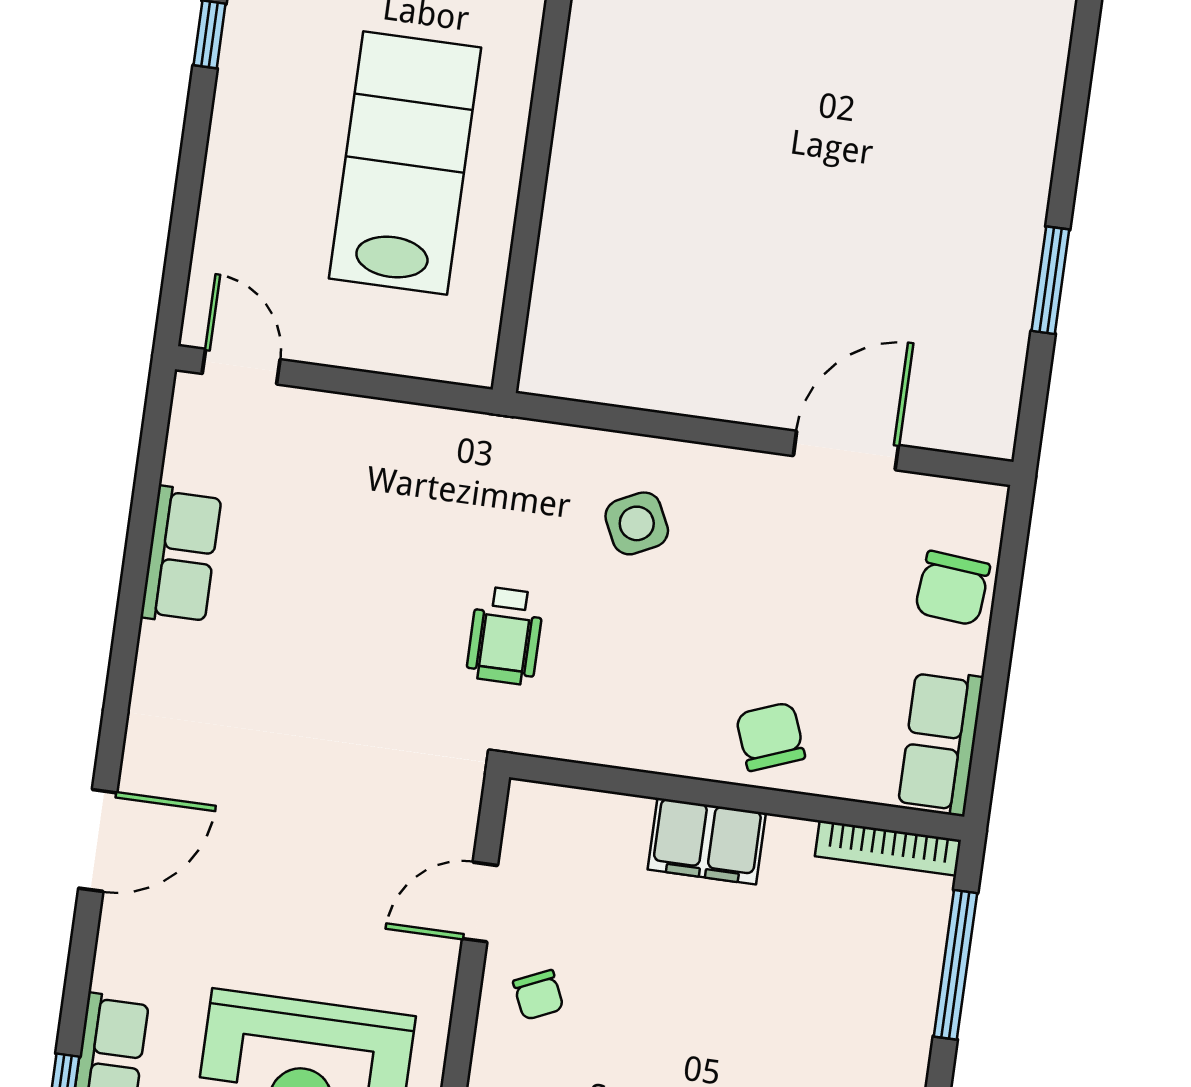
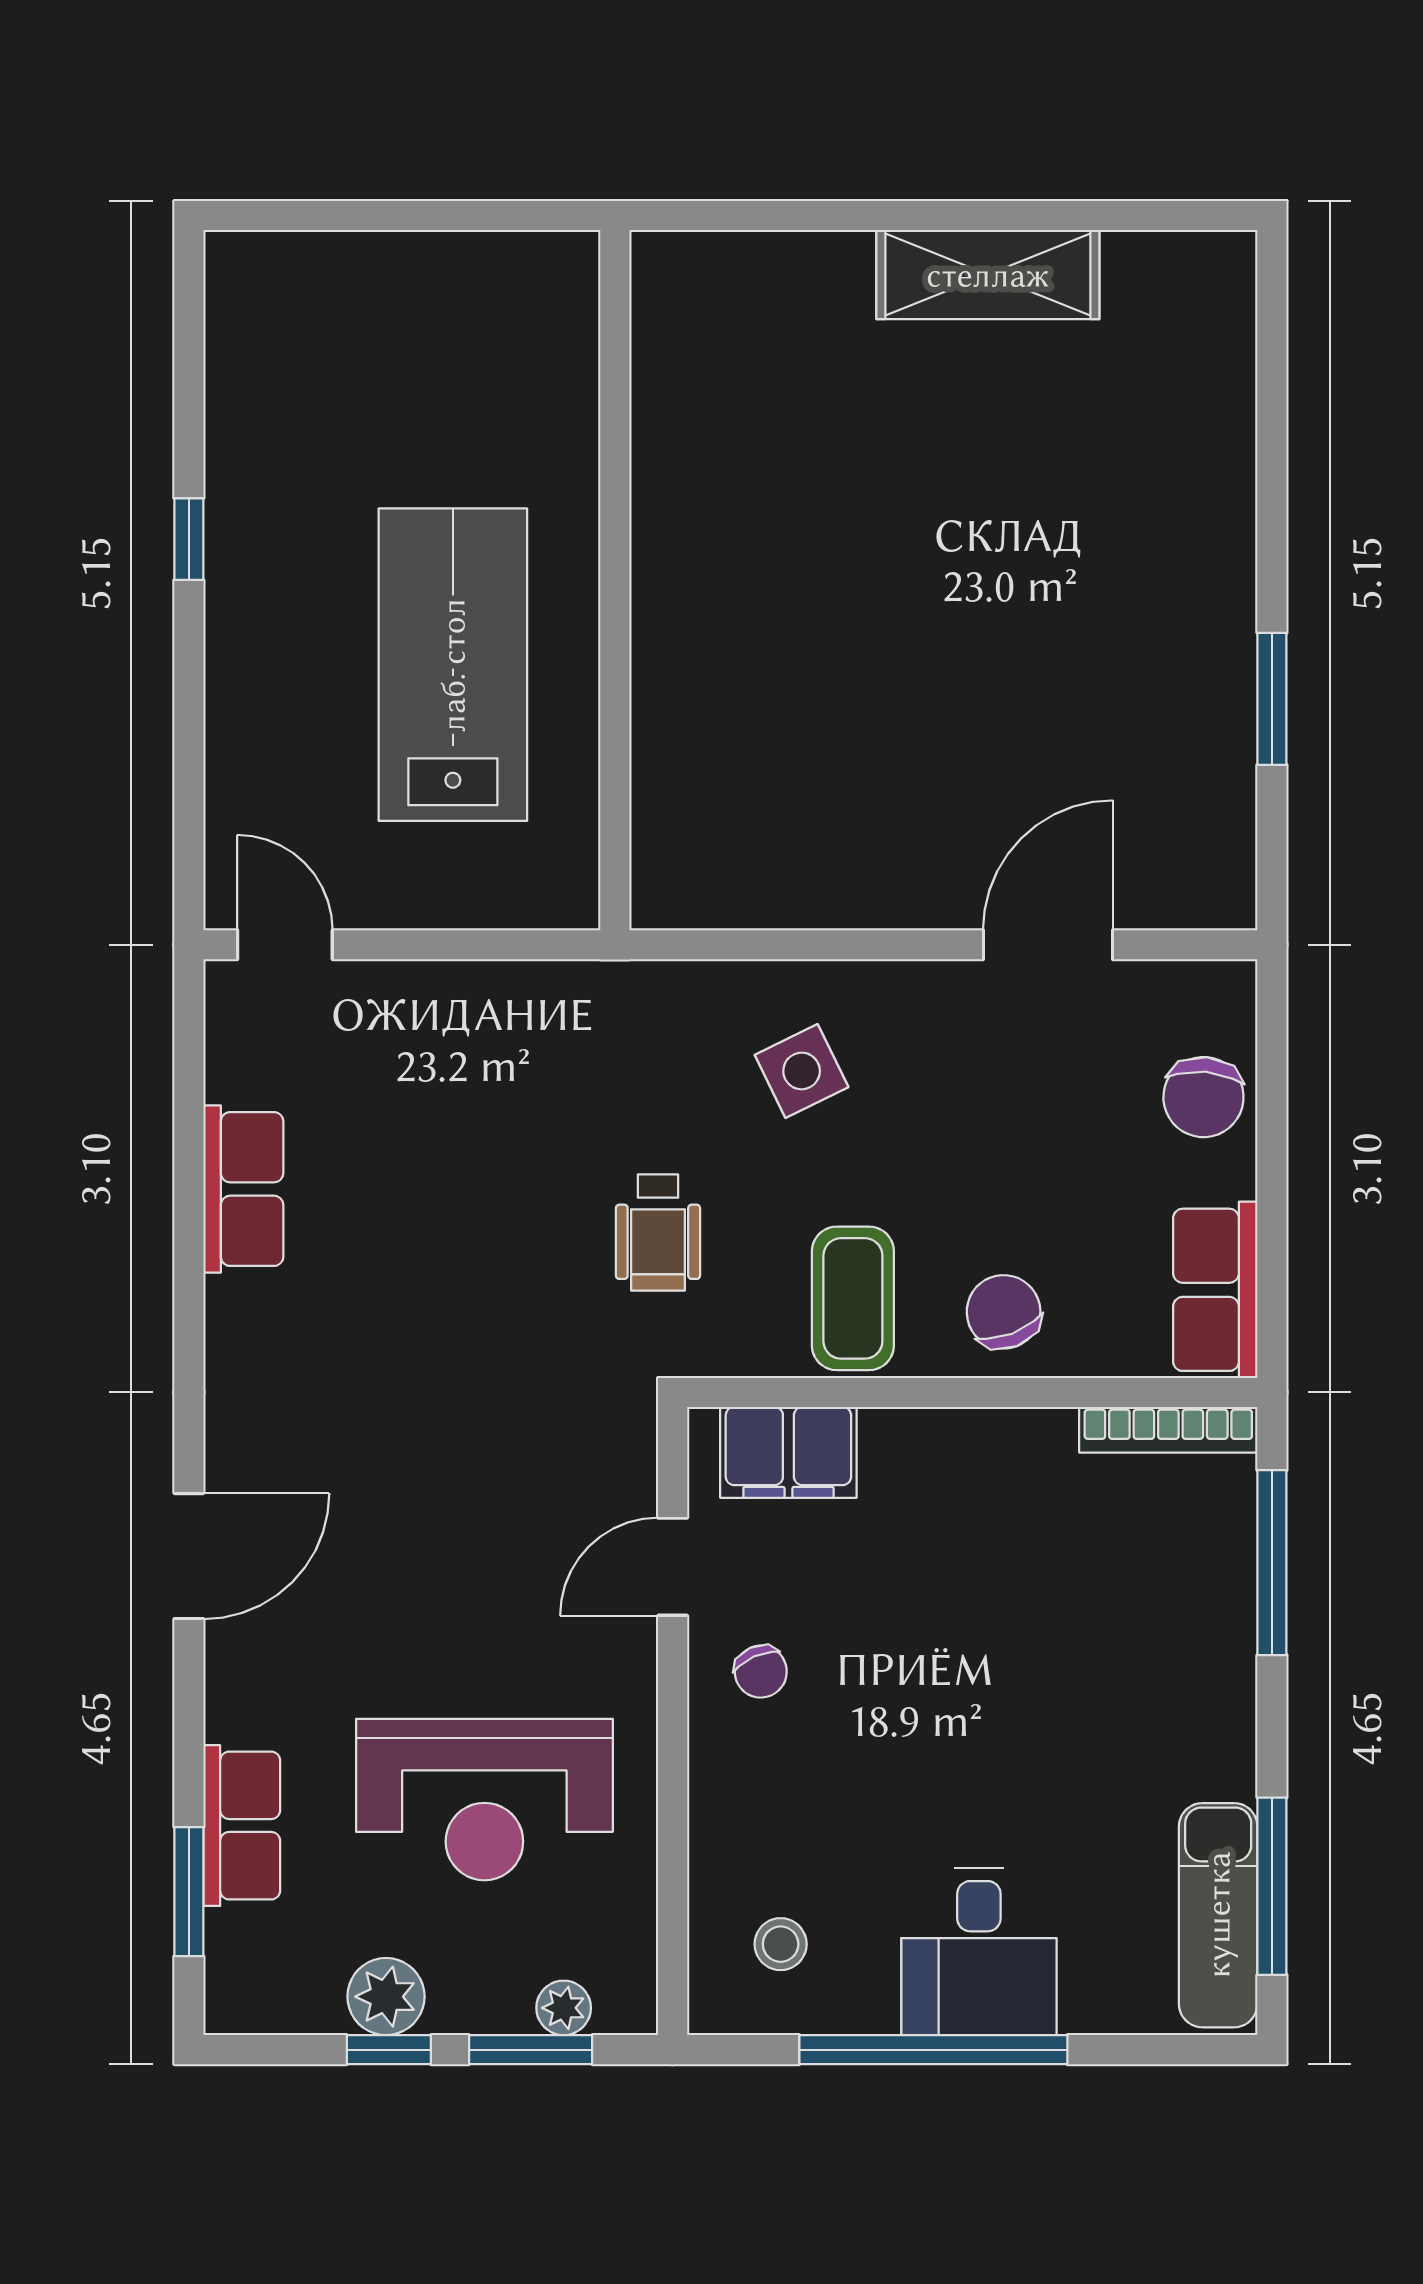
coffee table: (652, 709) -> (853, 1298), added
filing cabinet: (707, 841) -> (788, 1452), moved

